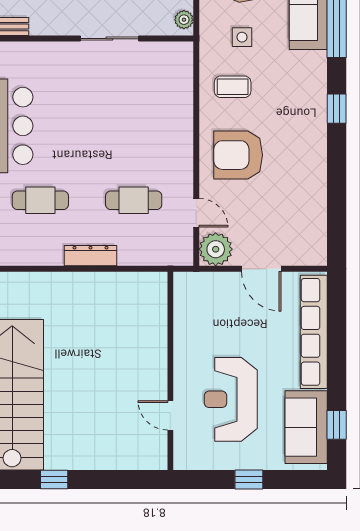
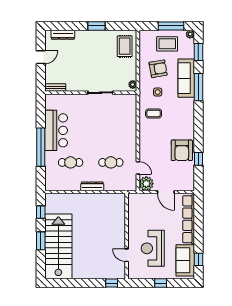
window: (337, 109) -> (198, 159), moved
armchair: (238, 155) -> (182, 150), moved, turned -90
window: (54, 480) -> (112, 283), moved

